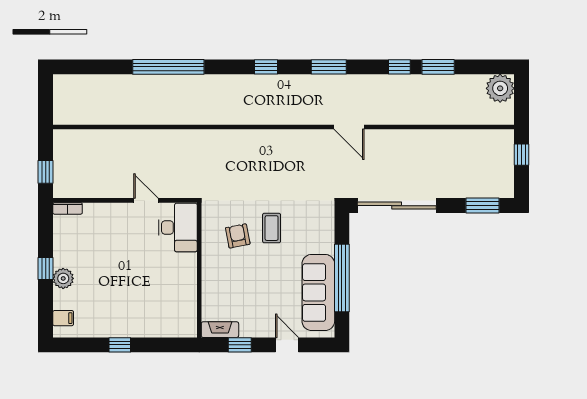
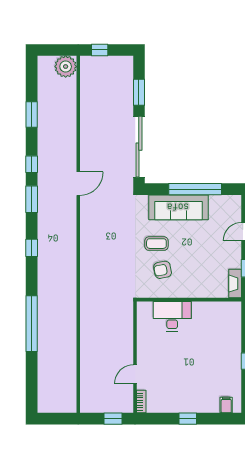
window: (399, 67) -> (32, 164), moved
plant: (500, 88) -> (66, 67), moved
door: (146, 200) -> (135, 374), moved
window: (483, 206) -> (139, 92), moved
desk: (178, 227) -> (172, 316), moved
plant: (63, 278) -> (195, 405), removed
sofa: (318, 292) -> (178, 207), moved

